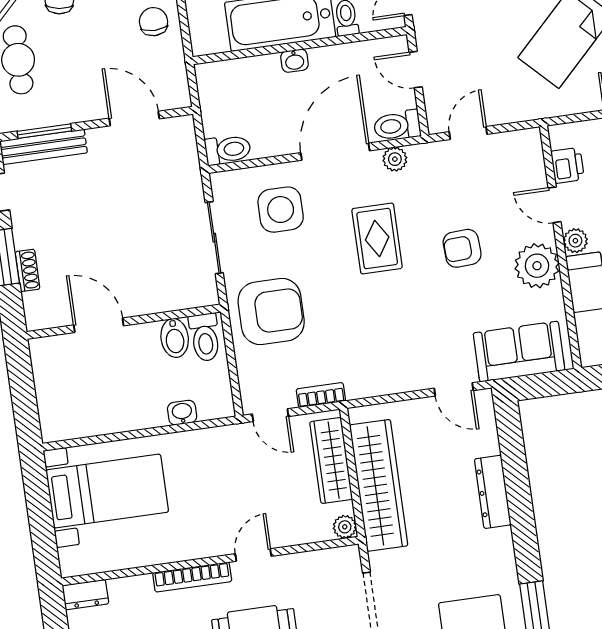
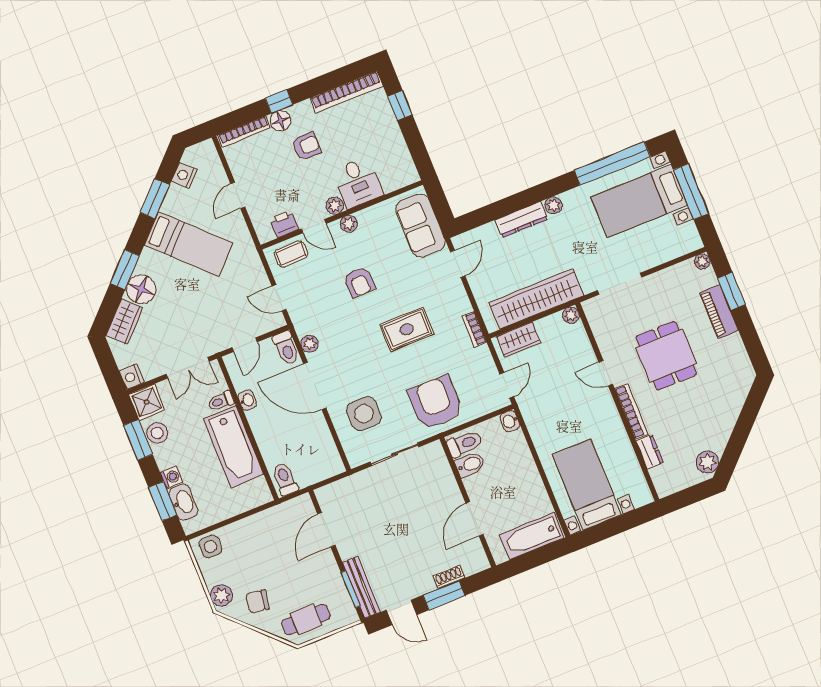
chair: (153, 22) -> (256, 533), removed
washbasin: (294, 61) -> (247, 400), moved
toilet: (228, 150) -> (285, 479), moved
coffee table: (524, 164) -> (291, 254), added
door: (555, 205) -> (314, 226), hinge flipped
rug: (377, 238) -> (407, 329), moved
plant: (537, 266) -> (349, 224), width x0.53, depth x0.53
bookcase: (321, 395) -> (474, 329), moved
bathtub: (55, 398) -> (532, 536), added
washbasin: (182, 413) -> (510, 421), moved
wardrobe: (331, 461) -> (518, 340), width x0.67
plant: (501, 541) -> (553, 205), added
dresser: (85, 595) -> (650, 452), moved

